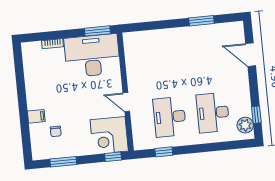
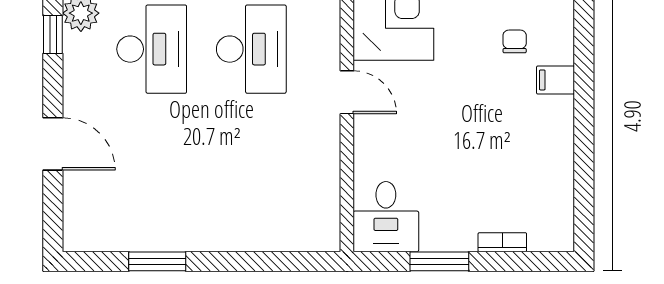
window: (97, 31) -> (439, 261), moved
door: (251, 55) -> (53, 144), moved
desk: (92, 56) -> (386, 217), width x0.53, depth x0.77

